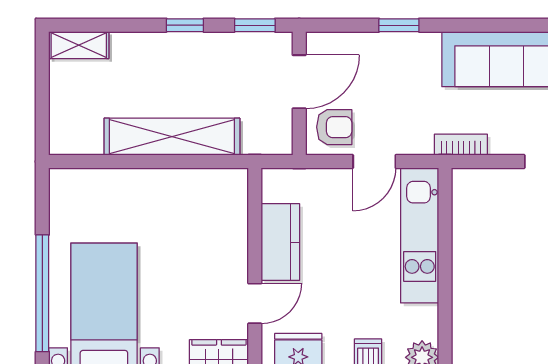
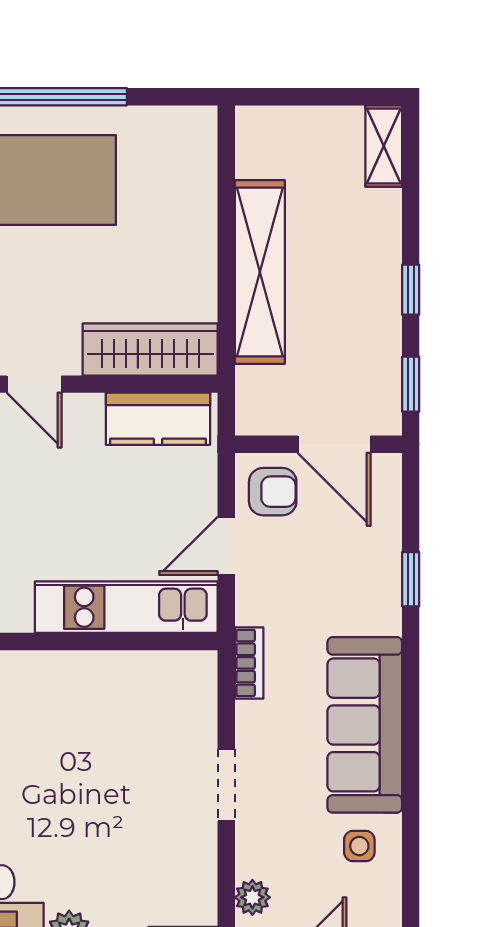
armchair: (334, 127) -> (273, 492), turned -90
door: (374, 162) -> (226, 546), hinge flipped
wardrobe: (229, 218) -> (150, 349), added
kitchen counter: (280, 242) -> (158, 419), moved

